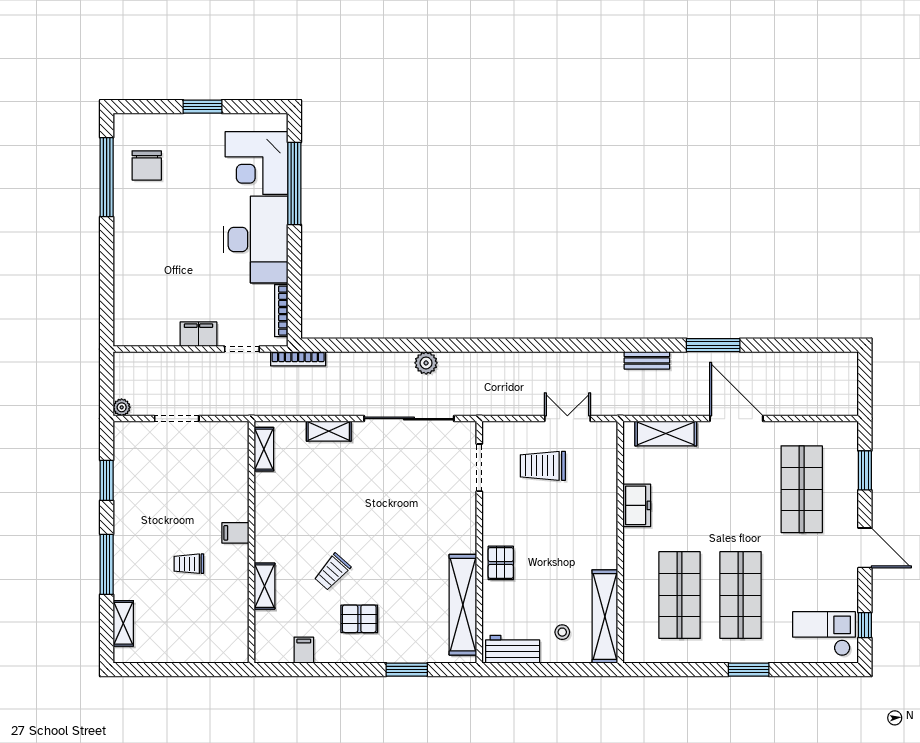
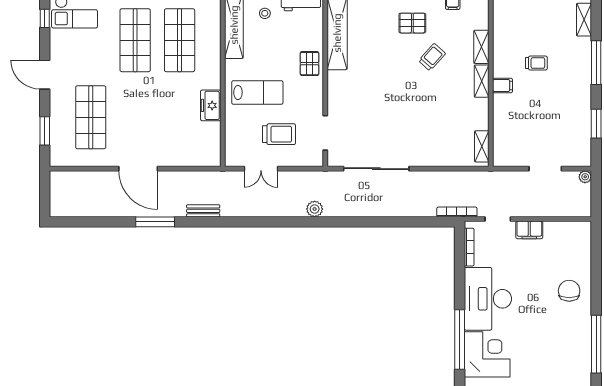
chair: (147, 165) -> (569, 291), moved
plant: (426, 363) -> (315, 209), moved
shelving: (329, 431) -> (482, 81), moved, turned 90
shelving: (666, 433) -> (190, 158), removed
lab bench: (572, 523) -> (257, 92), added

